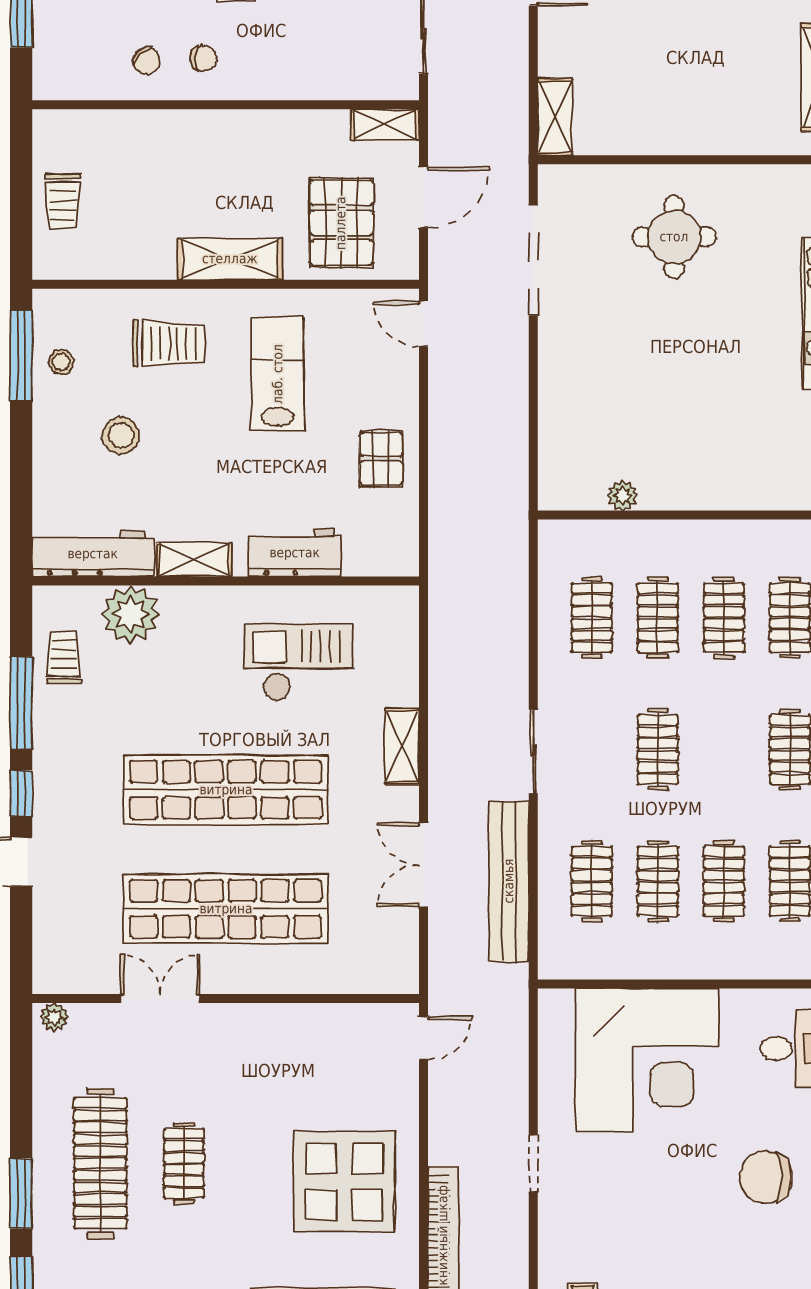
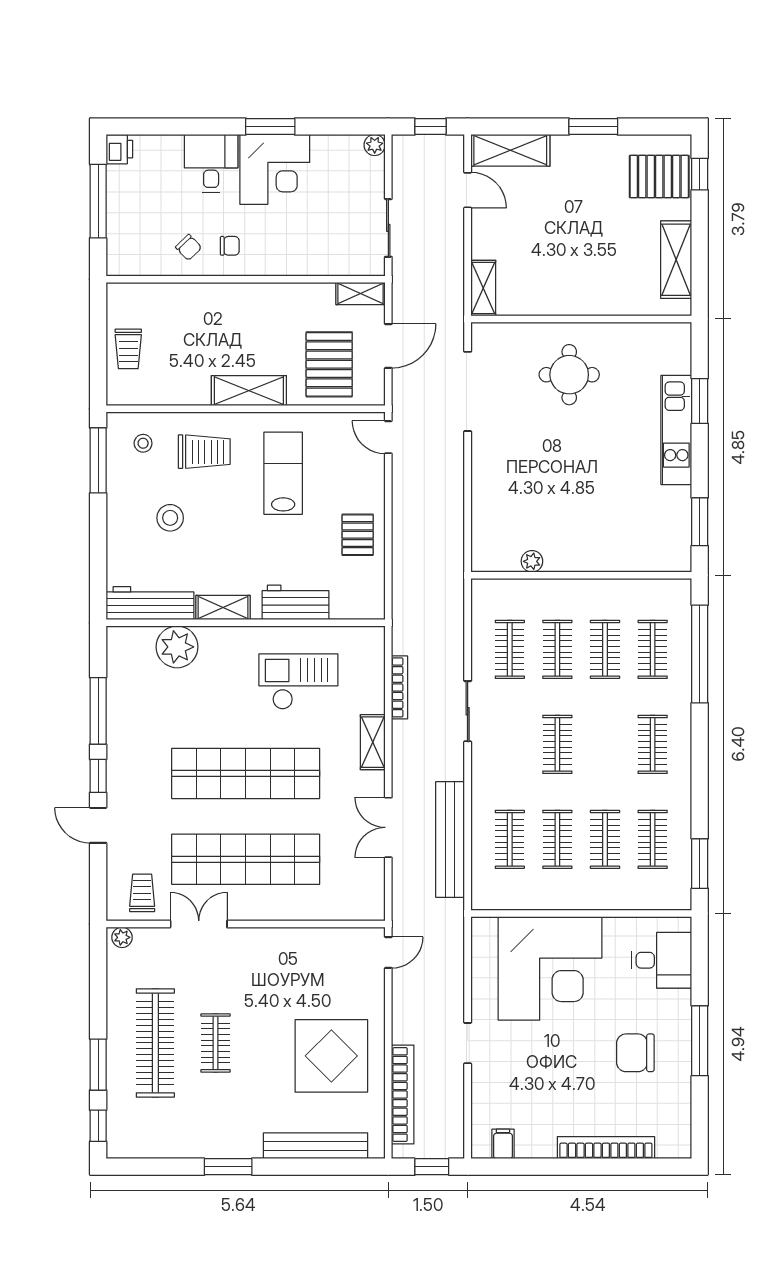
stool: (61, 362) -> (143, 443), moved
trolley: (64, 657) -> (142, 893), moved
bookcase: (439, 671) -> (400, 687), added
sliding door: (533, 751) -> (468, 711), moved

